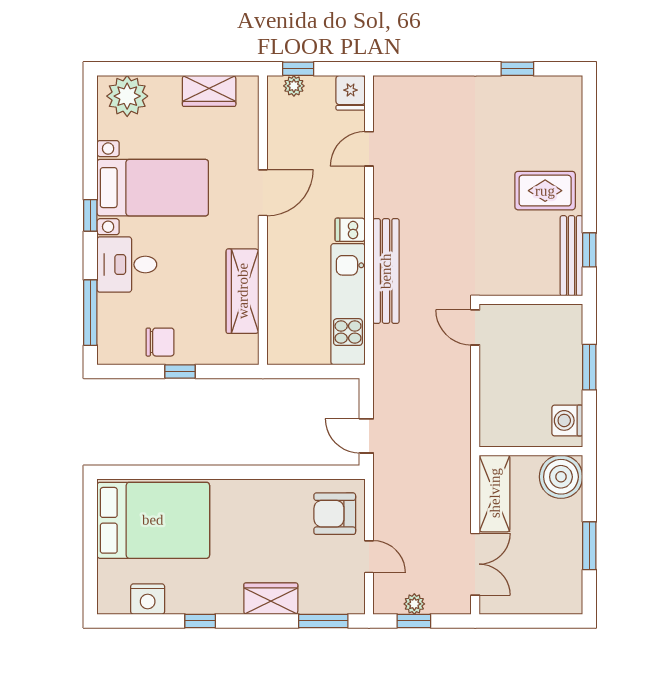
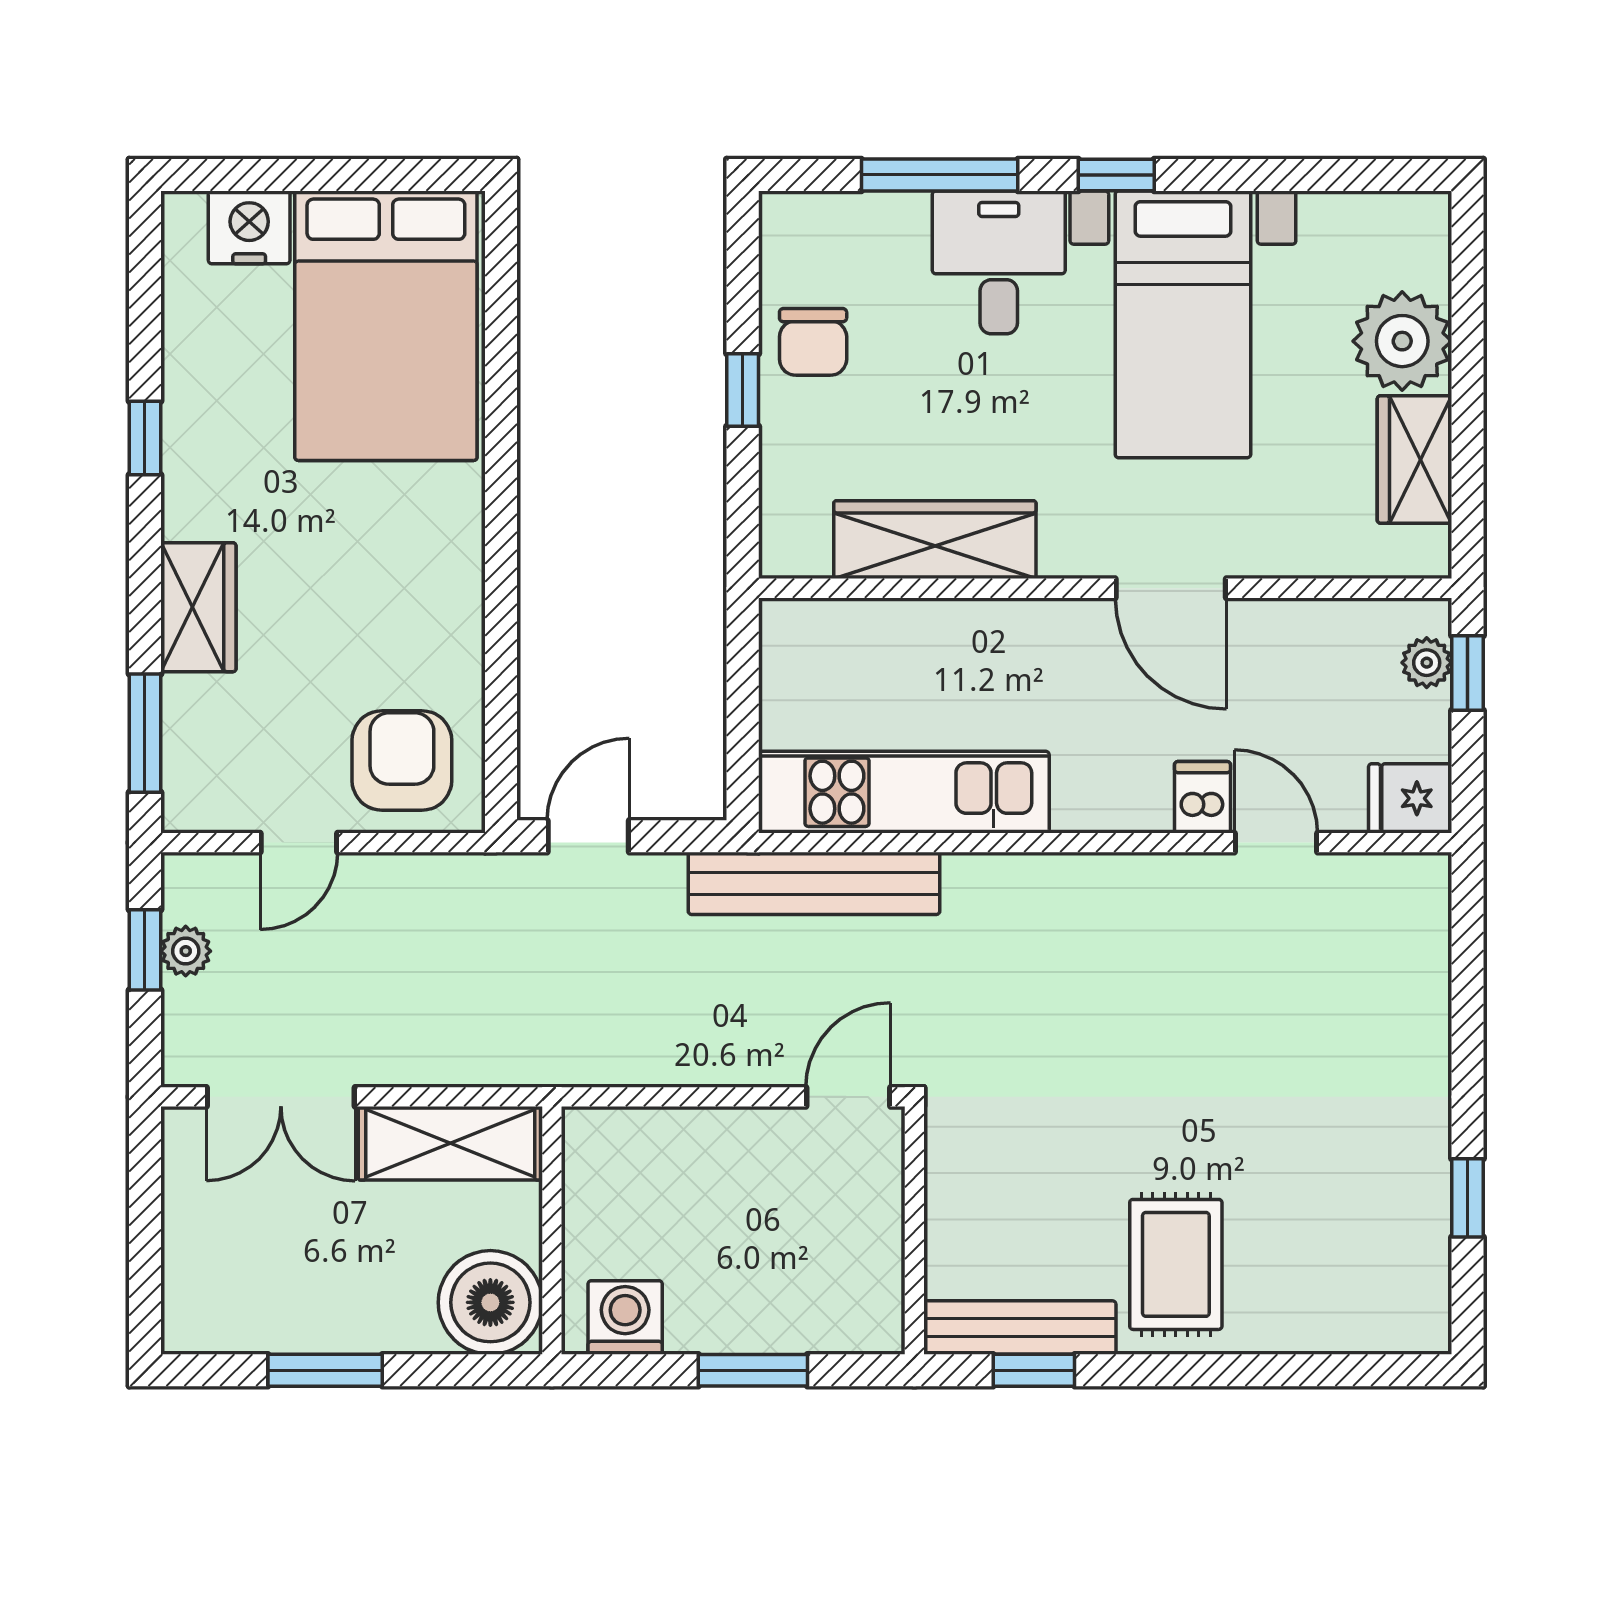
plant: (127, 96) -> (1402, 341), moved
dishwasher: (350, 230) -> (1202, 797), moved
bench: (386, 271) -> (814, 883), moved
window: (90, 313) -> (940, 175), moved
nightstand: (148, 599) -> (249, 227), moved, turned 90

